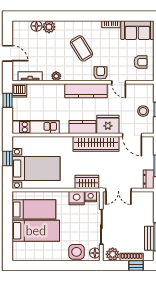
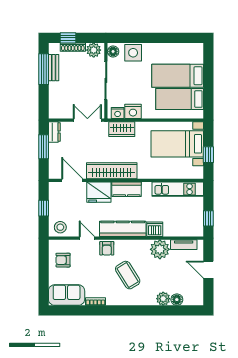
plant: (56, 76) -> (160, 249), width x1.88, depth x1.88
dishwasher: (19, 90) -> (155, 229), moved
stool: (143, 111) -> (60, 227), moved

